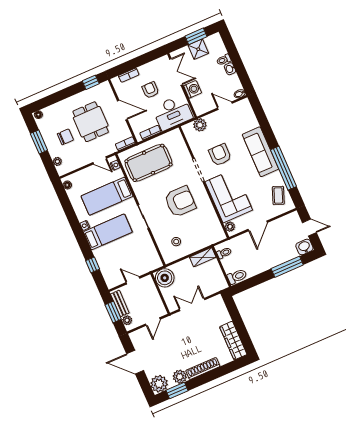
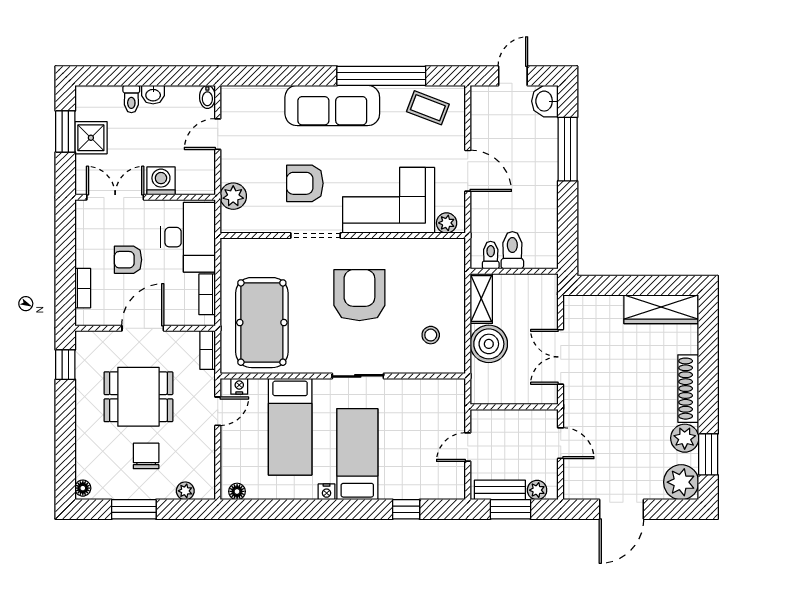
toilet: (237, 276) -> (512, 250), moved
boiler: (165, 278) -> (489, 344), moved

